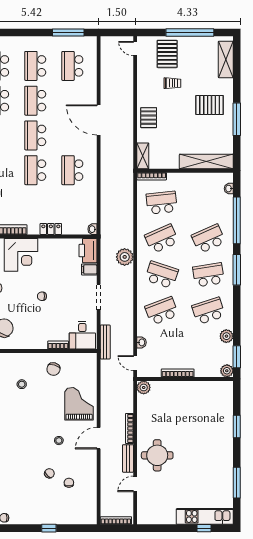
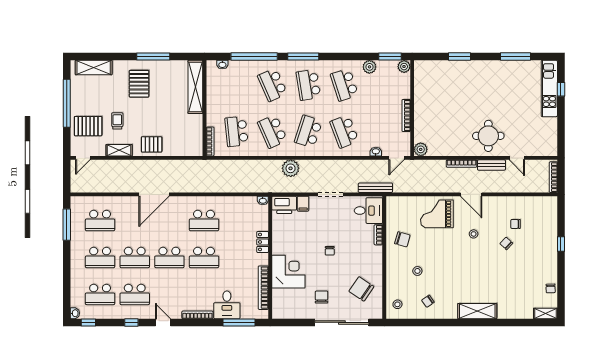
shelving: (143, 156) -> (119, 150), moved

